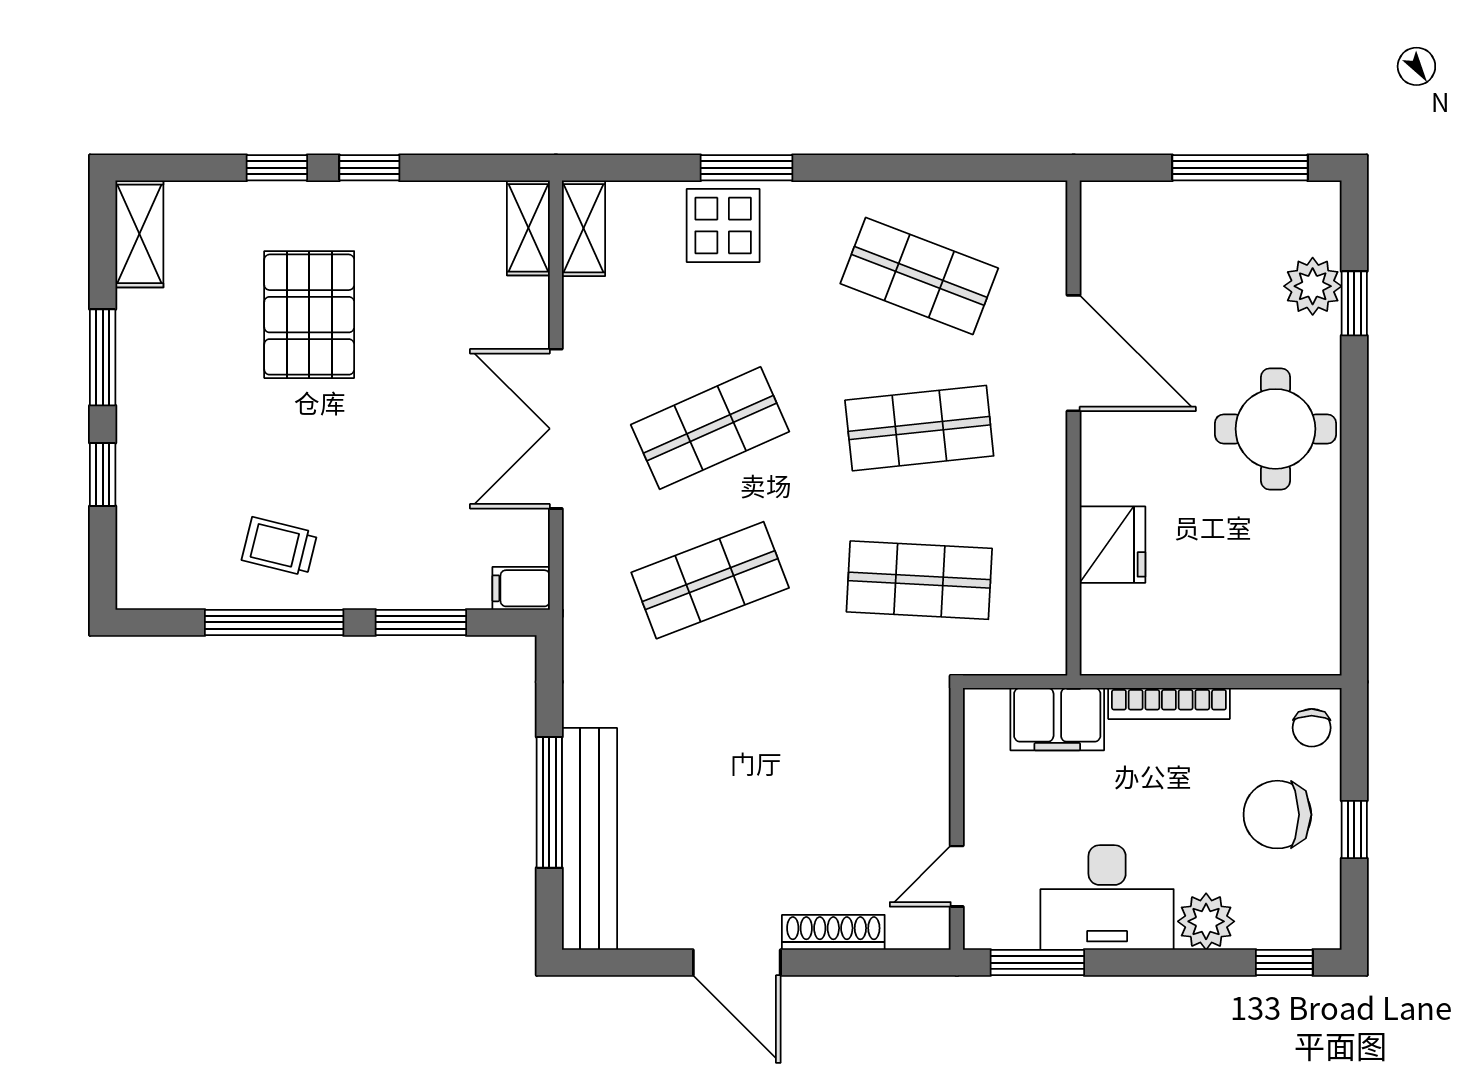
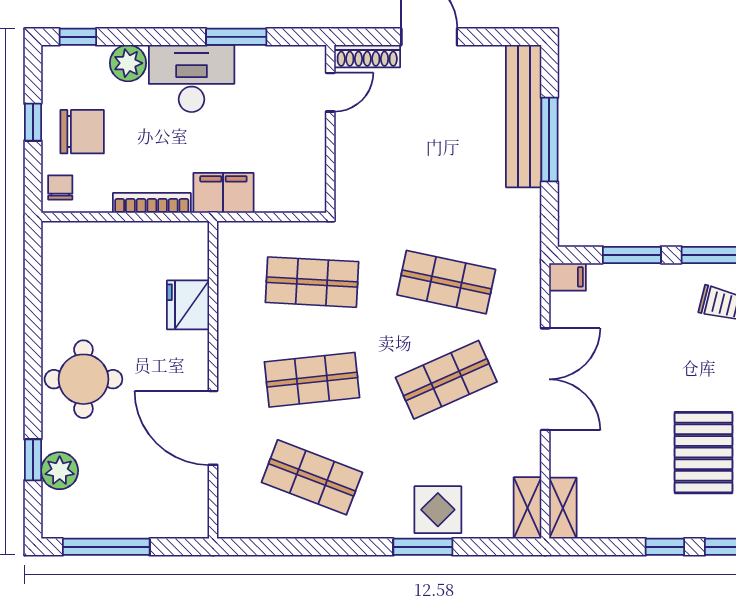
shop shelf: (710, 580) -> (446, 282), turned 33
wall: (957, 819) -> (330, 129), moved
door: (957, 876) -> (330, 92), moved

